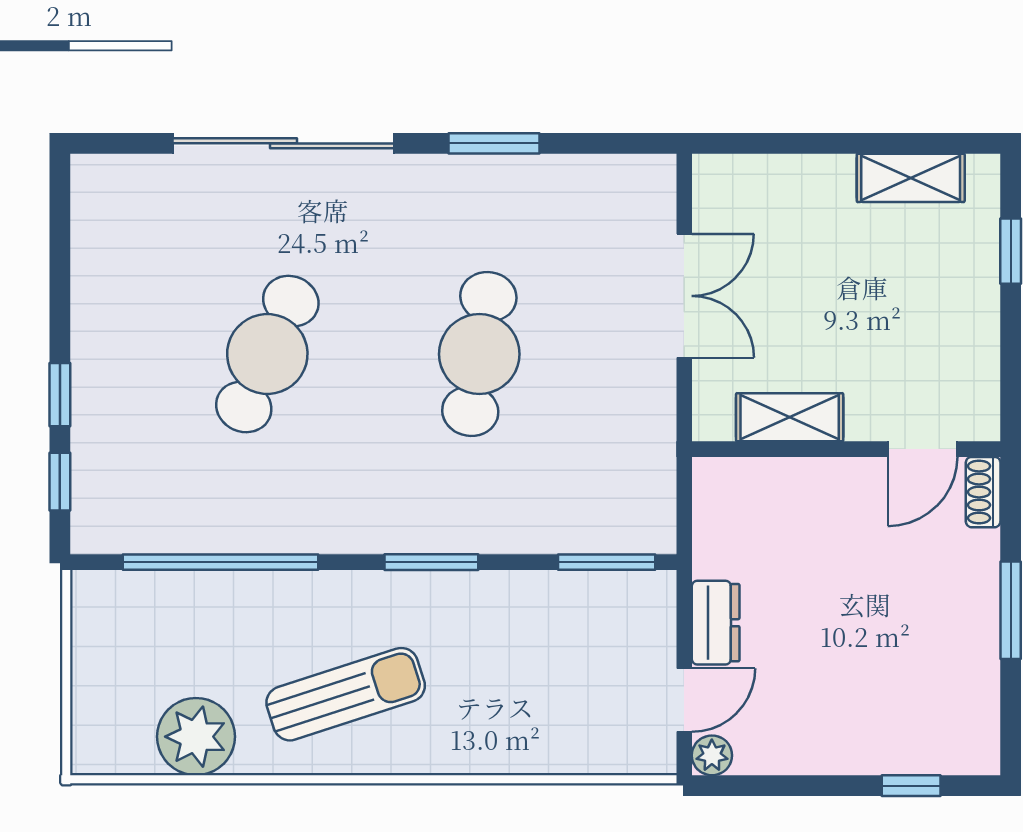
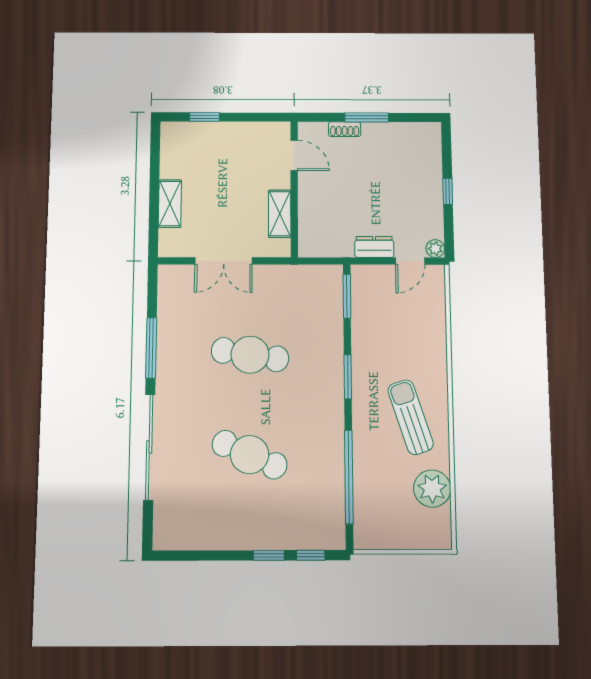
window: (494, 143) -> (151, 348), width x1.44
shelving: (911, 178) -> (170, 204), moved
double door: (684, 296) -> (224, 261), swing flipped
shoe rack: (983, 492) -> (345, 129), moved
door: (684, 700) -> (410, 261), swing flipped
window: (911, 786) -> (448, 191), moved

